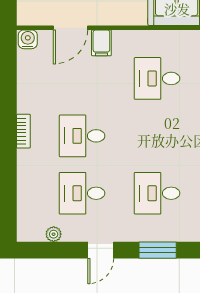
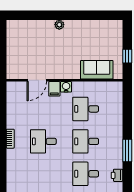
water cooler: (28, 39) -> (66, 87), moved
desk: (82, 193) -> (86, 141), moved

